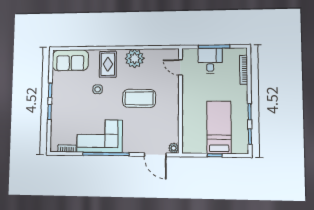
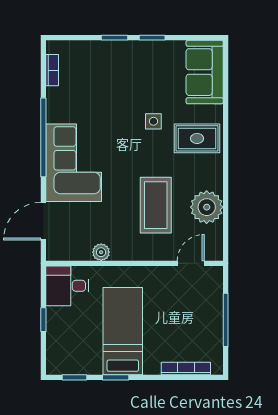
plant: (135, 58) -> (207, 207), moved
desk: (210, 61) -> (67, 286), moved, turned 180
coffee table: (139, 98) -> (156, 205), moved
bed: (219, 127) -> (123, 331), moved, turned -90
corner sofa: (100, 136) -> (74, 163), moved
plant: (174, 148) -> (101, 252), moved

